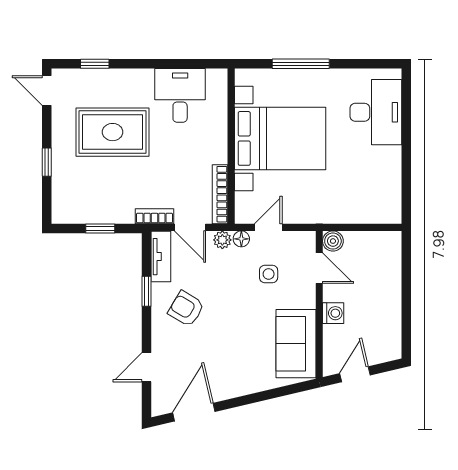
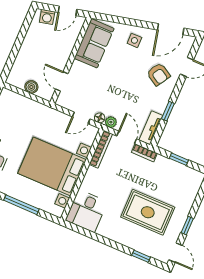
desk: (180, 95) -> (87, 211), moved
window: (47, 162) -> (187, 226), moved
boiler: (333, 241) -> (31, 87), moved
side table: (269, 274) -> (134, 40), moved
armchair: (186, 309) -> (158, 74), moved
washing machine: (333, 313) -> (47, 17), moved, turned -103

